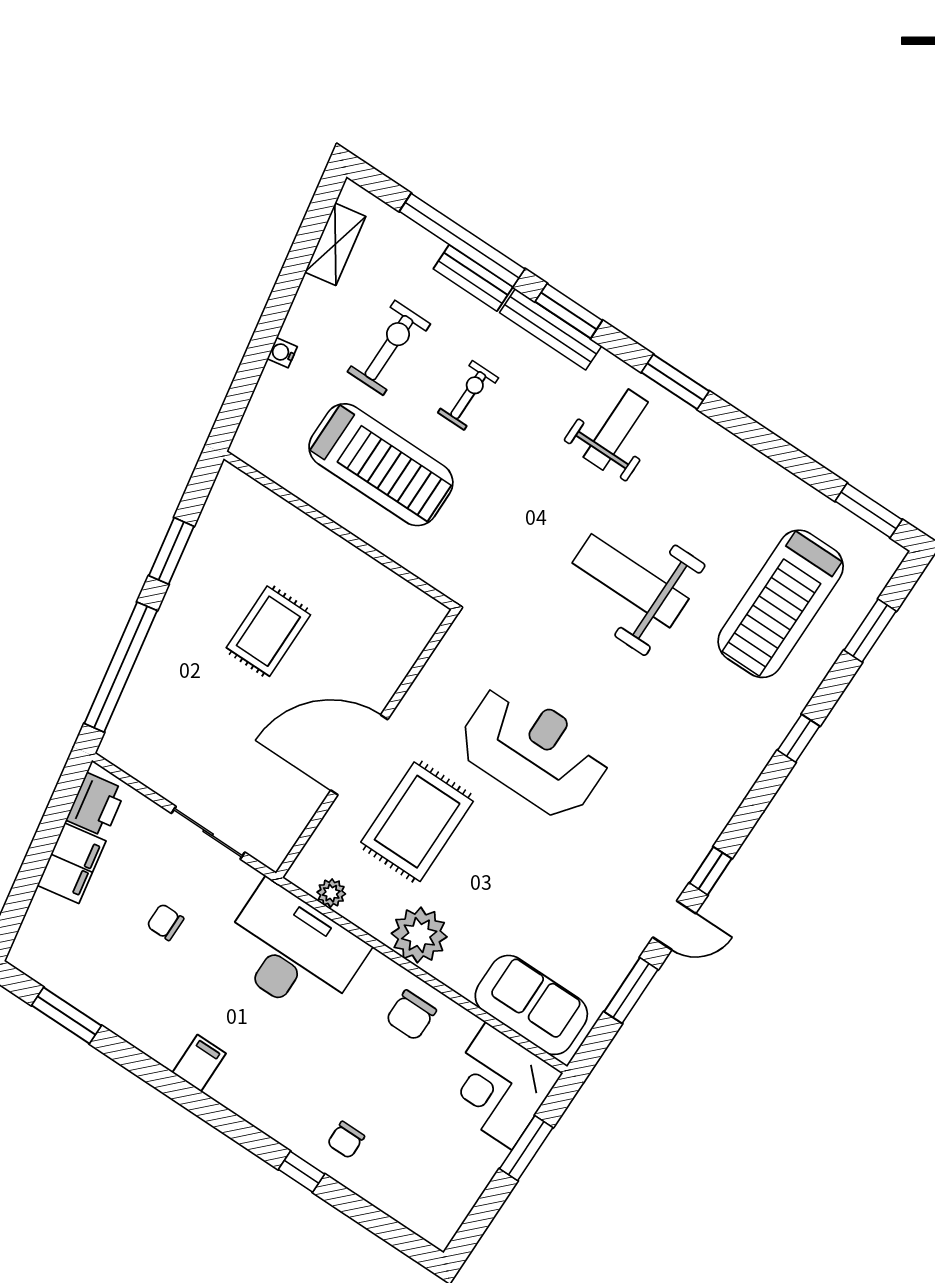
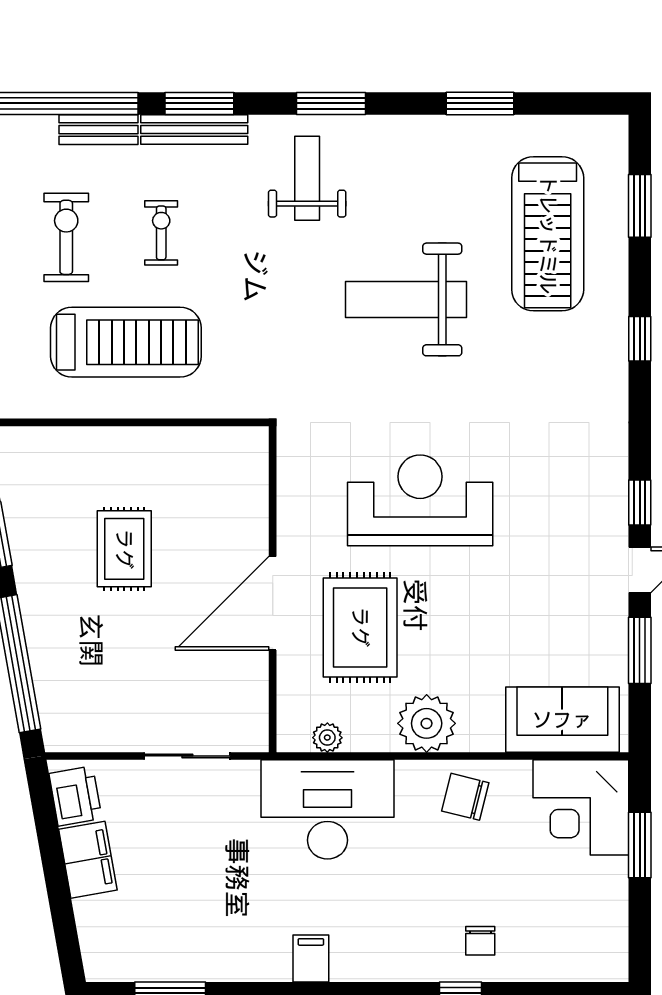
window: (869, 510) -> (480, 103), moved
chair: (165, 922) -> (202, 857), removed
chair: (411, 1015) -> (465, 797), turned 104

